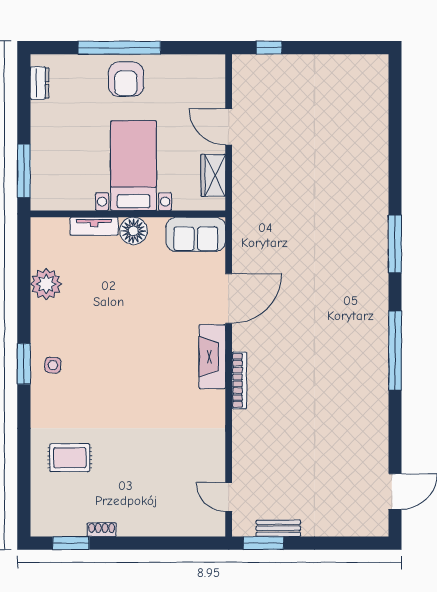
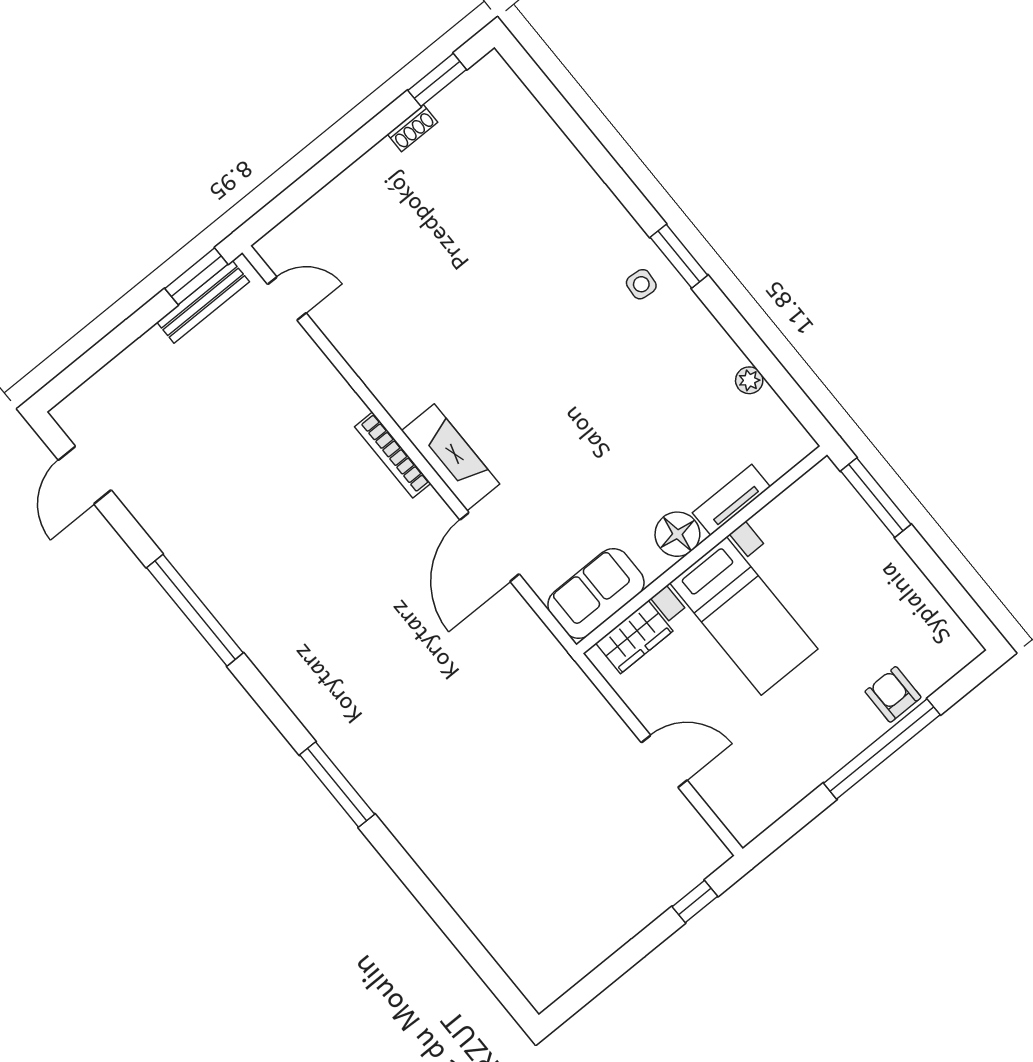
armchair: (126, 79) -> (893, 694), moved, width x0.72, depth x0.72
dresser: (39, 83) -> (946, 623), removed
wardrobe: (213, 175) -> (634, 637), moved, turned 90
plant: (46, 284) -> (749, 380), width x0.53, depth x0.53
window: (395, 351) -> (195, 610), moved
rug: (70, 458) -> (526, 186), removed
bench: (278, 528) -> (203, 302), width x1.36

